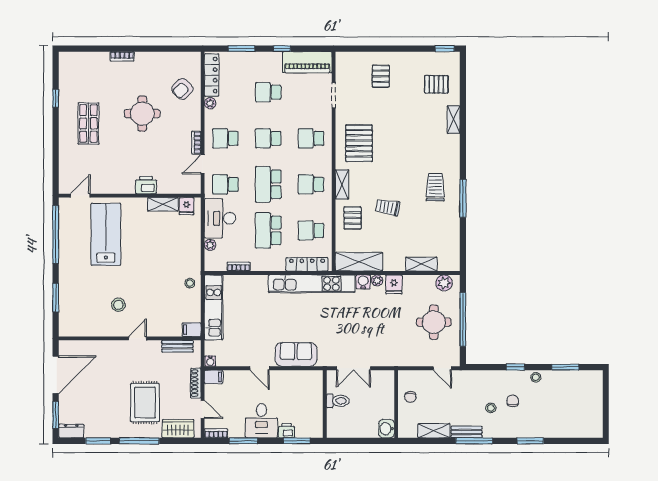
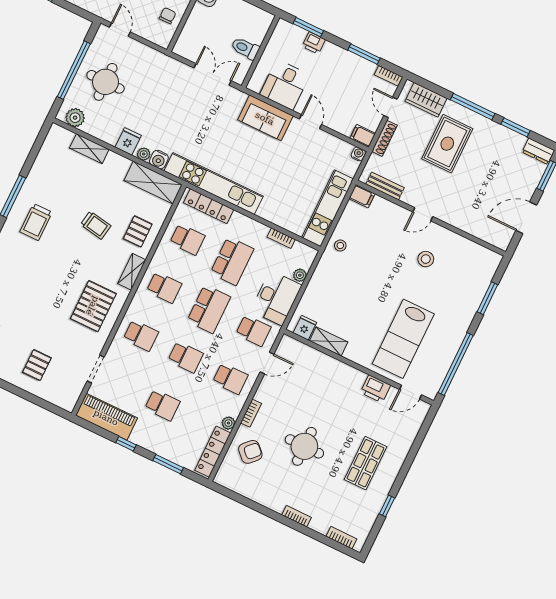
bookcase: (79, 56) -> (341, 538), added
bookcase: (196, 143) -> (251, 413), moved
printer: (146, 185) -> (375, 389), moved
door: (56, 375) -> (526, 218), width x0.73
desk: (261, 421) -> (285, 85), moved, turned 180

